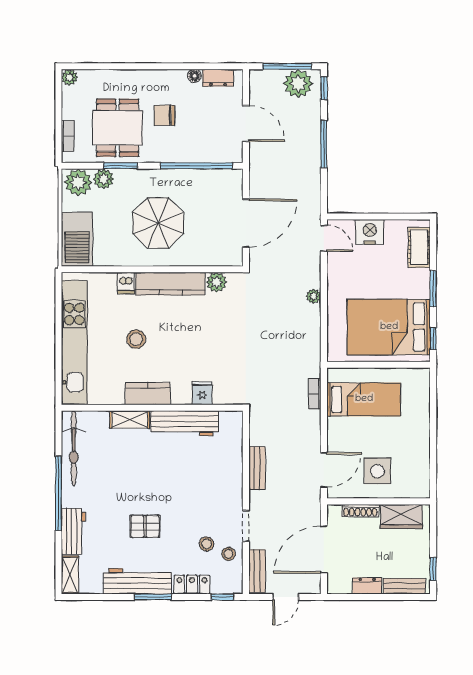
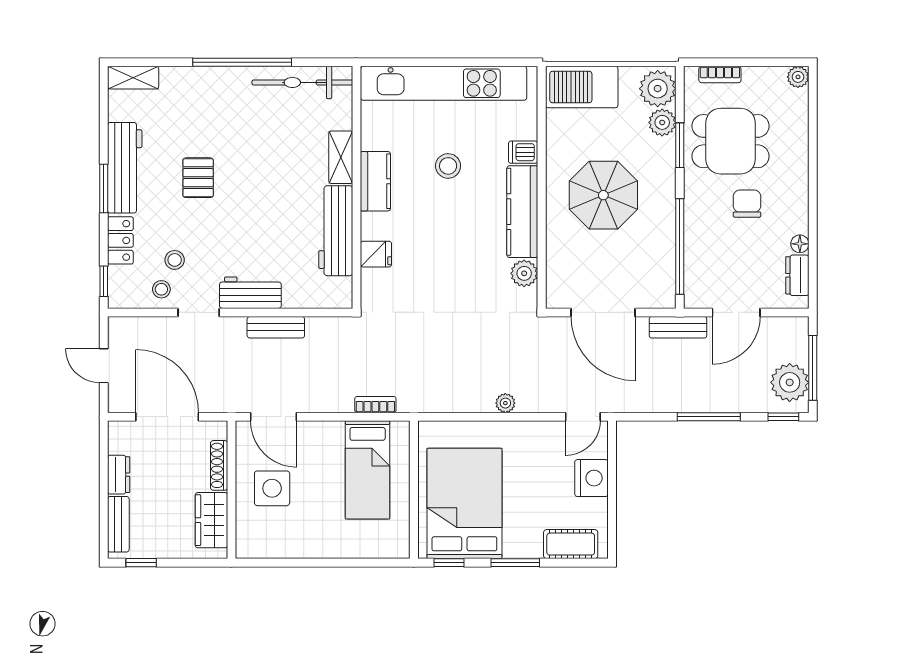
workbench: (73, 531) -> (250, 293), moved, turned 180
bench: (257, 571) -> (678, 327), moved

